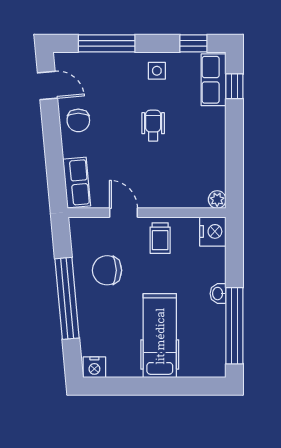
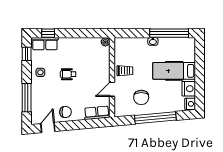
nightstand: (213, 231) -> (189, 89), moved, turned 90

